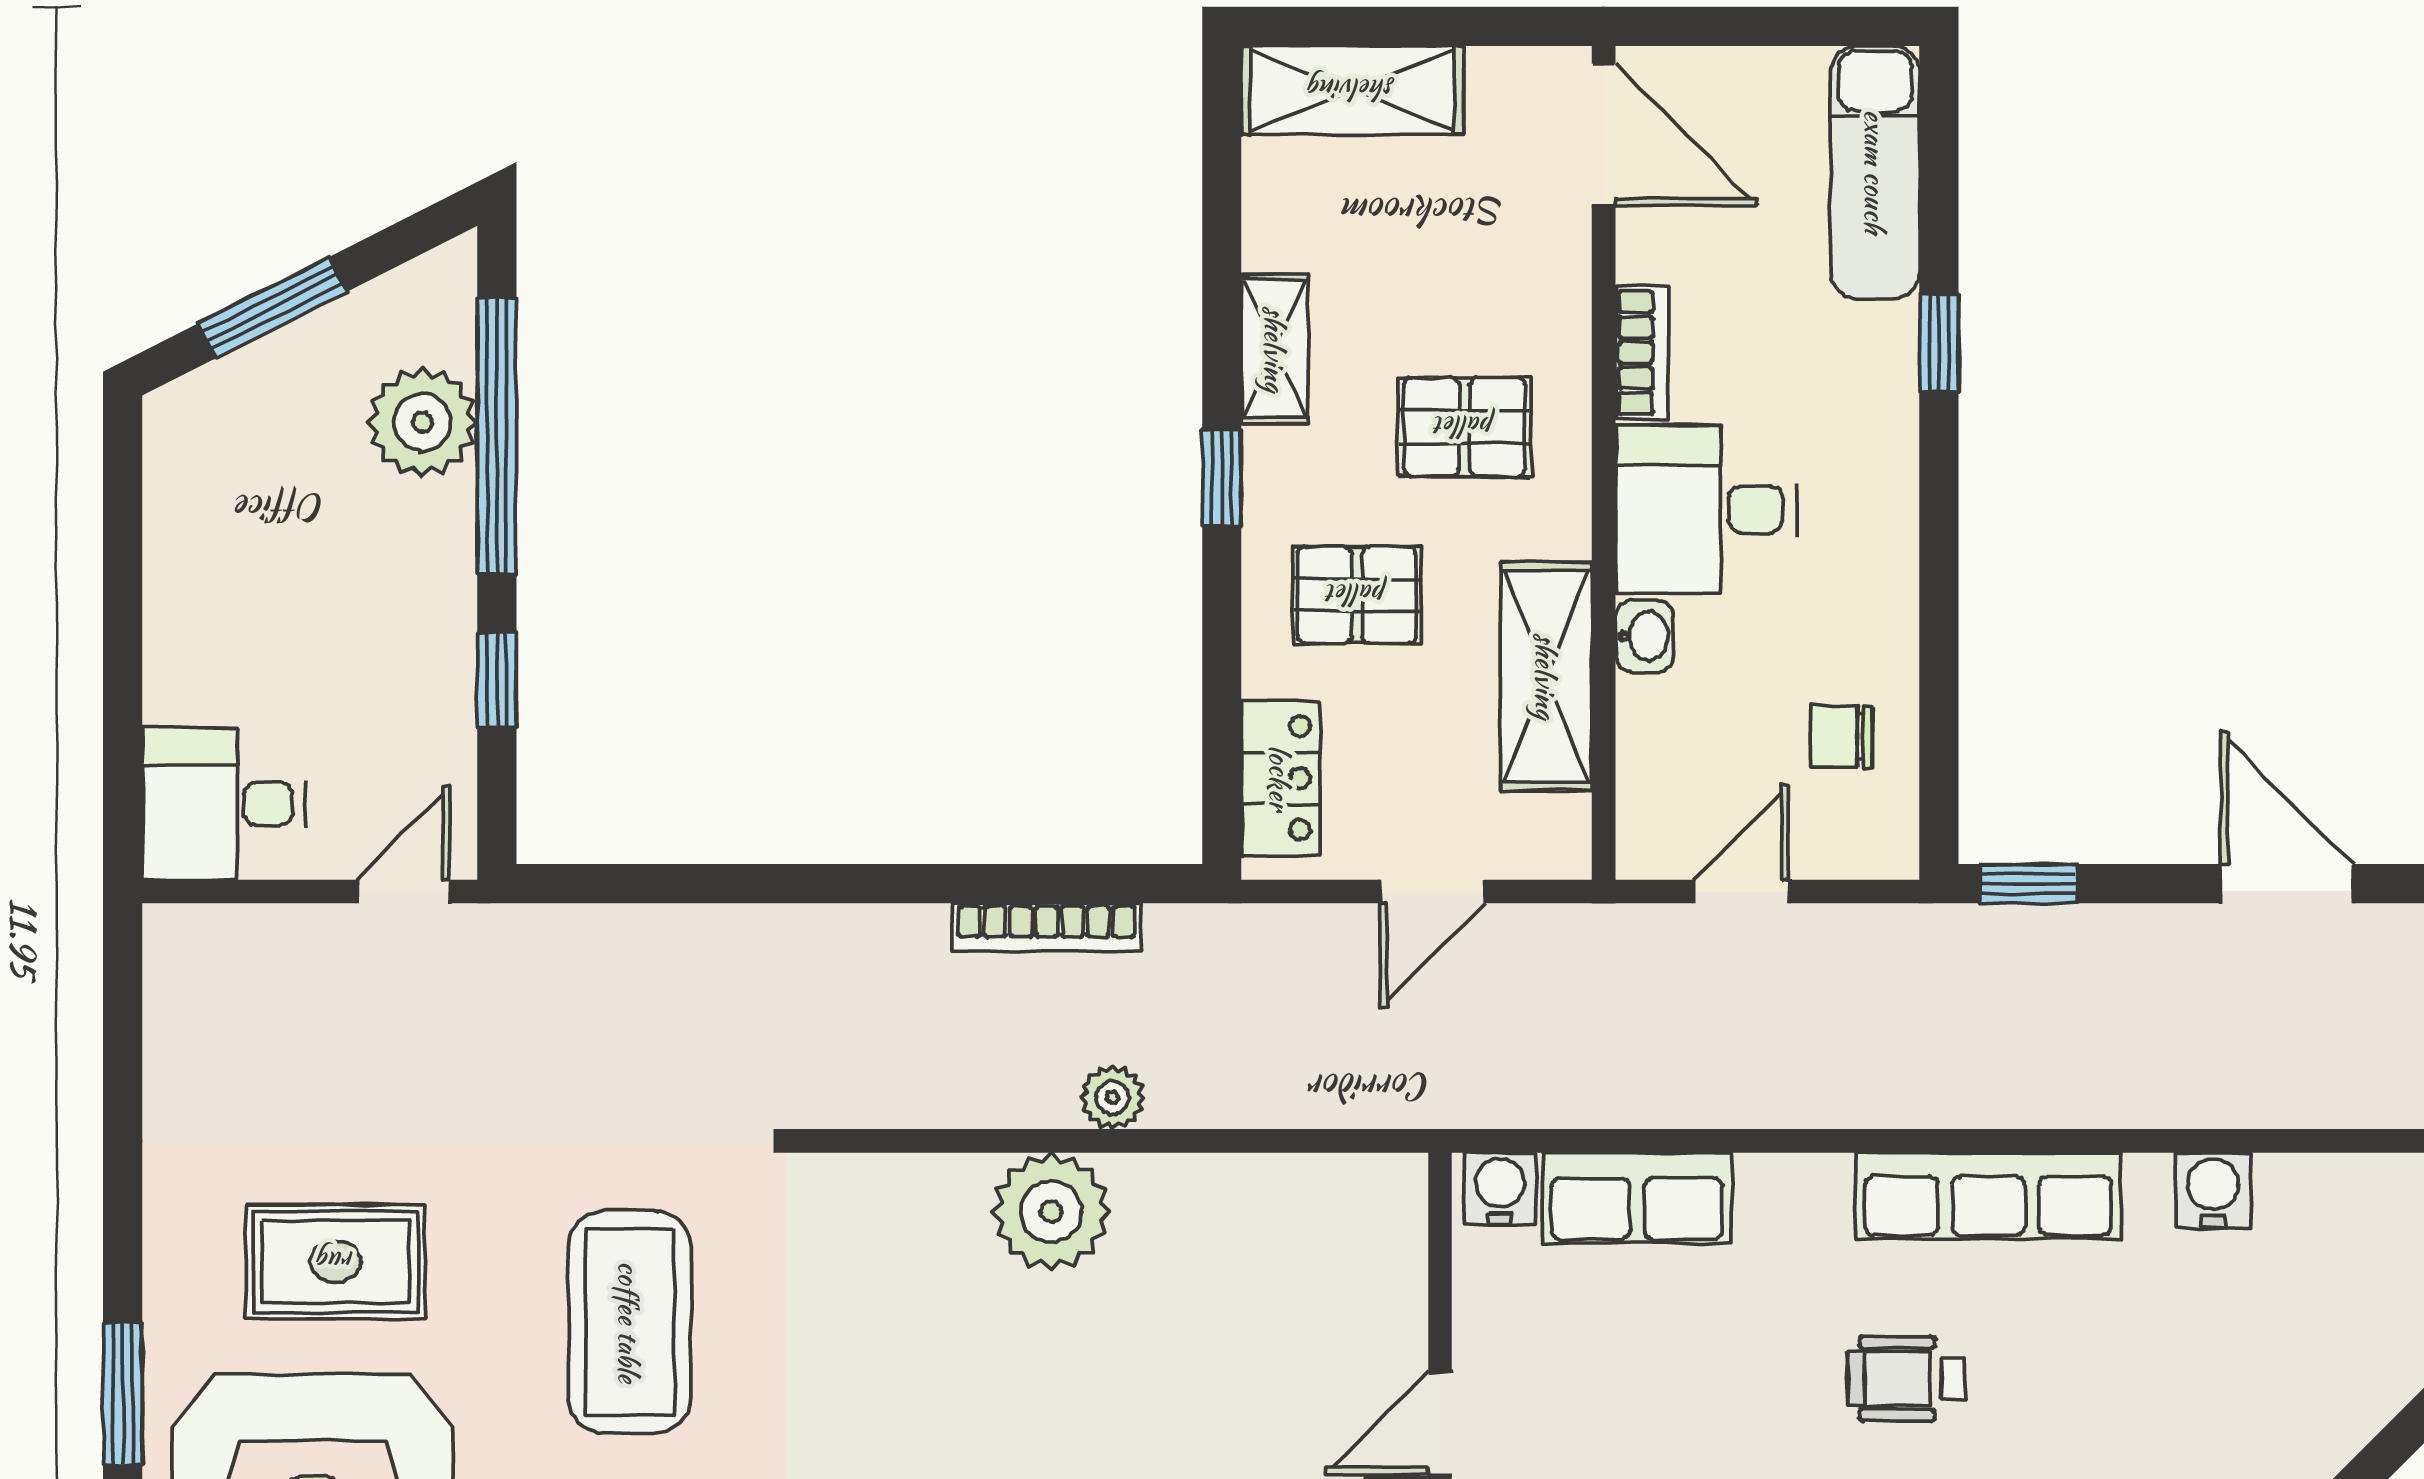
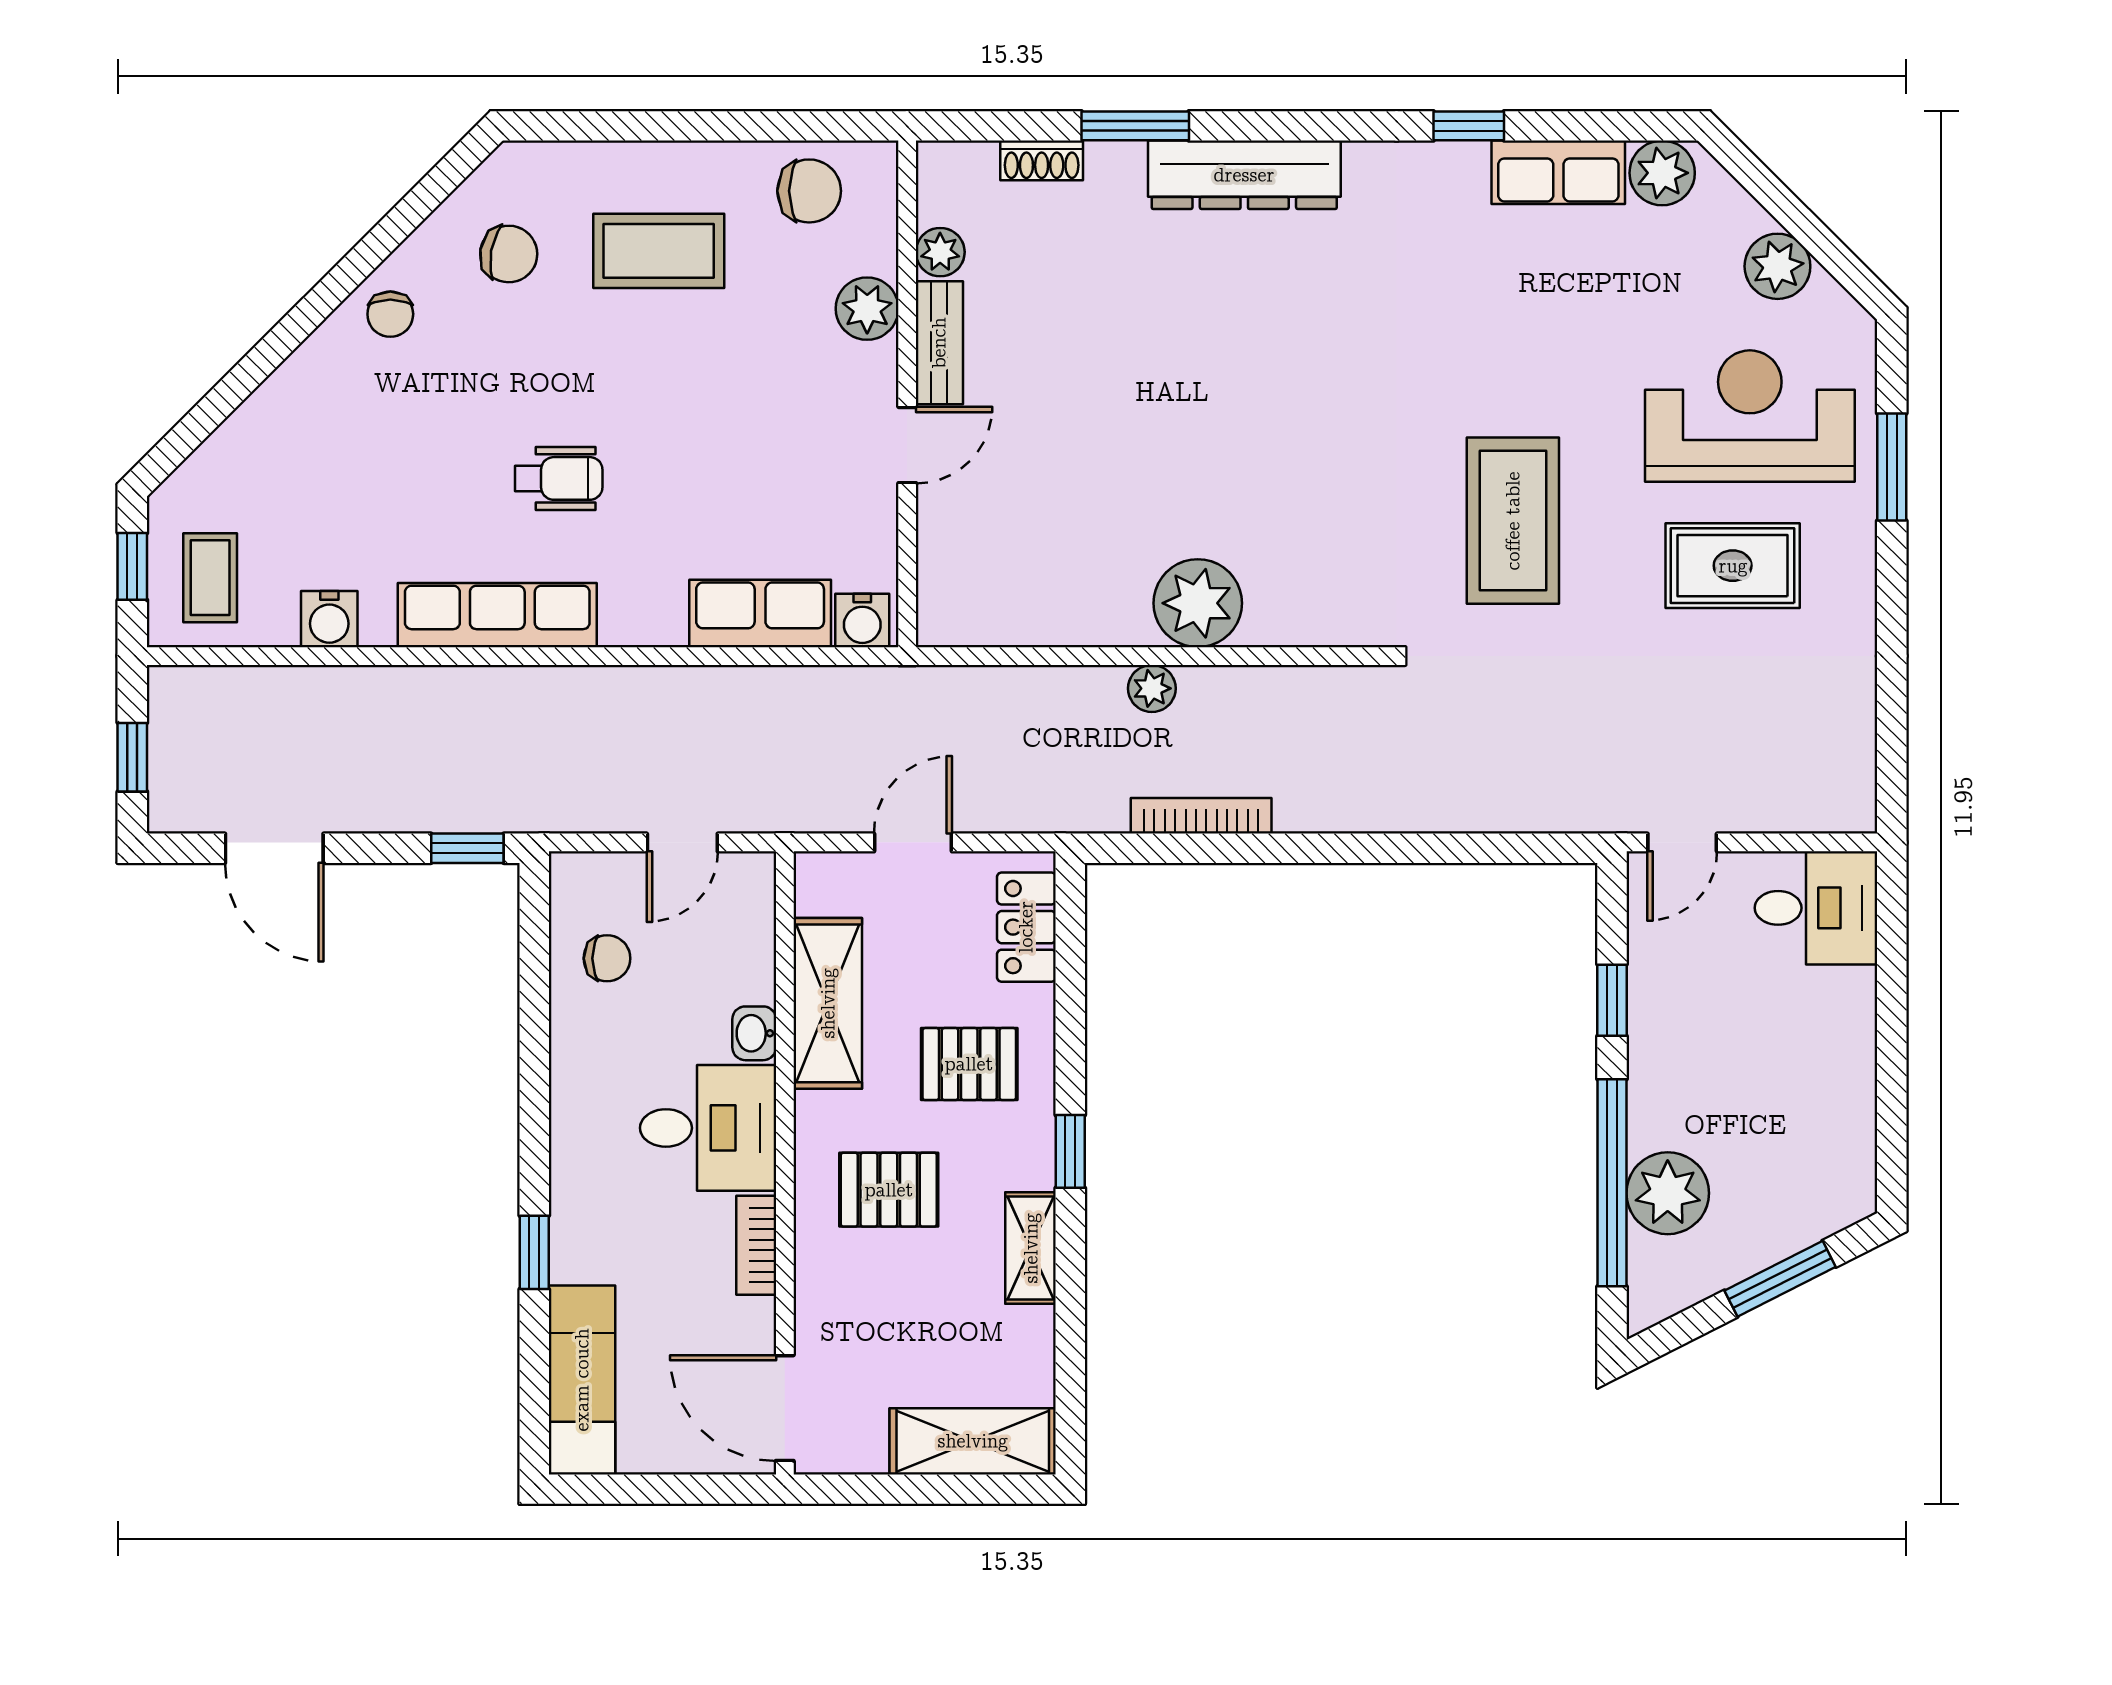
coffee table: (2373, 1246) -> (210, 578), added

